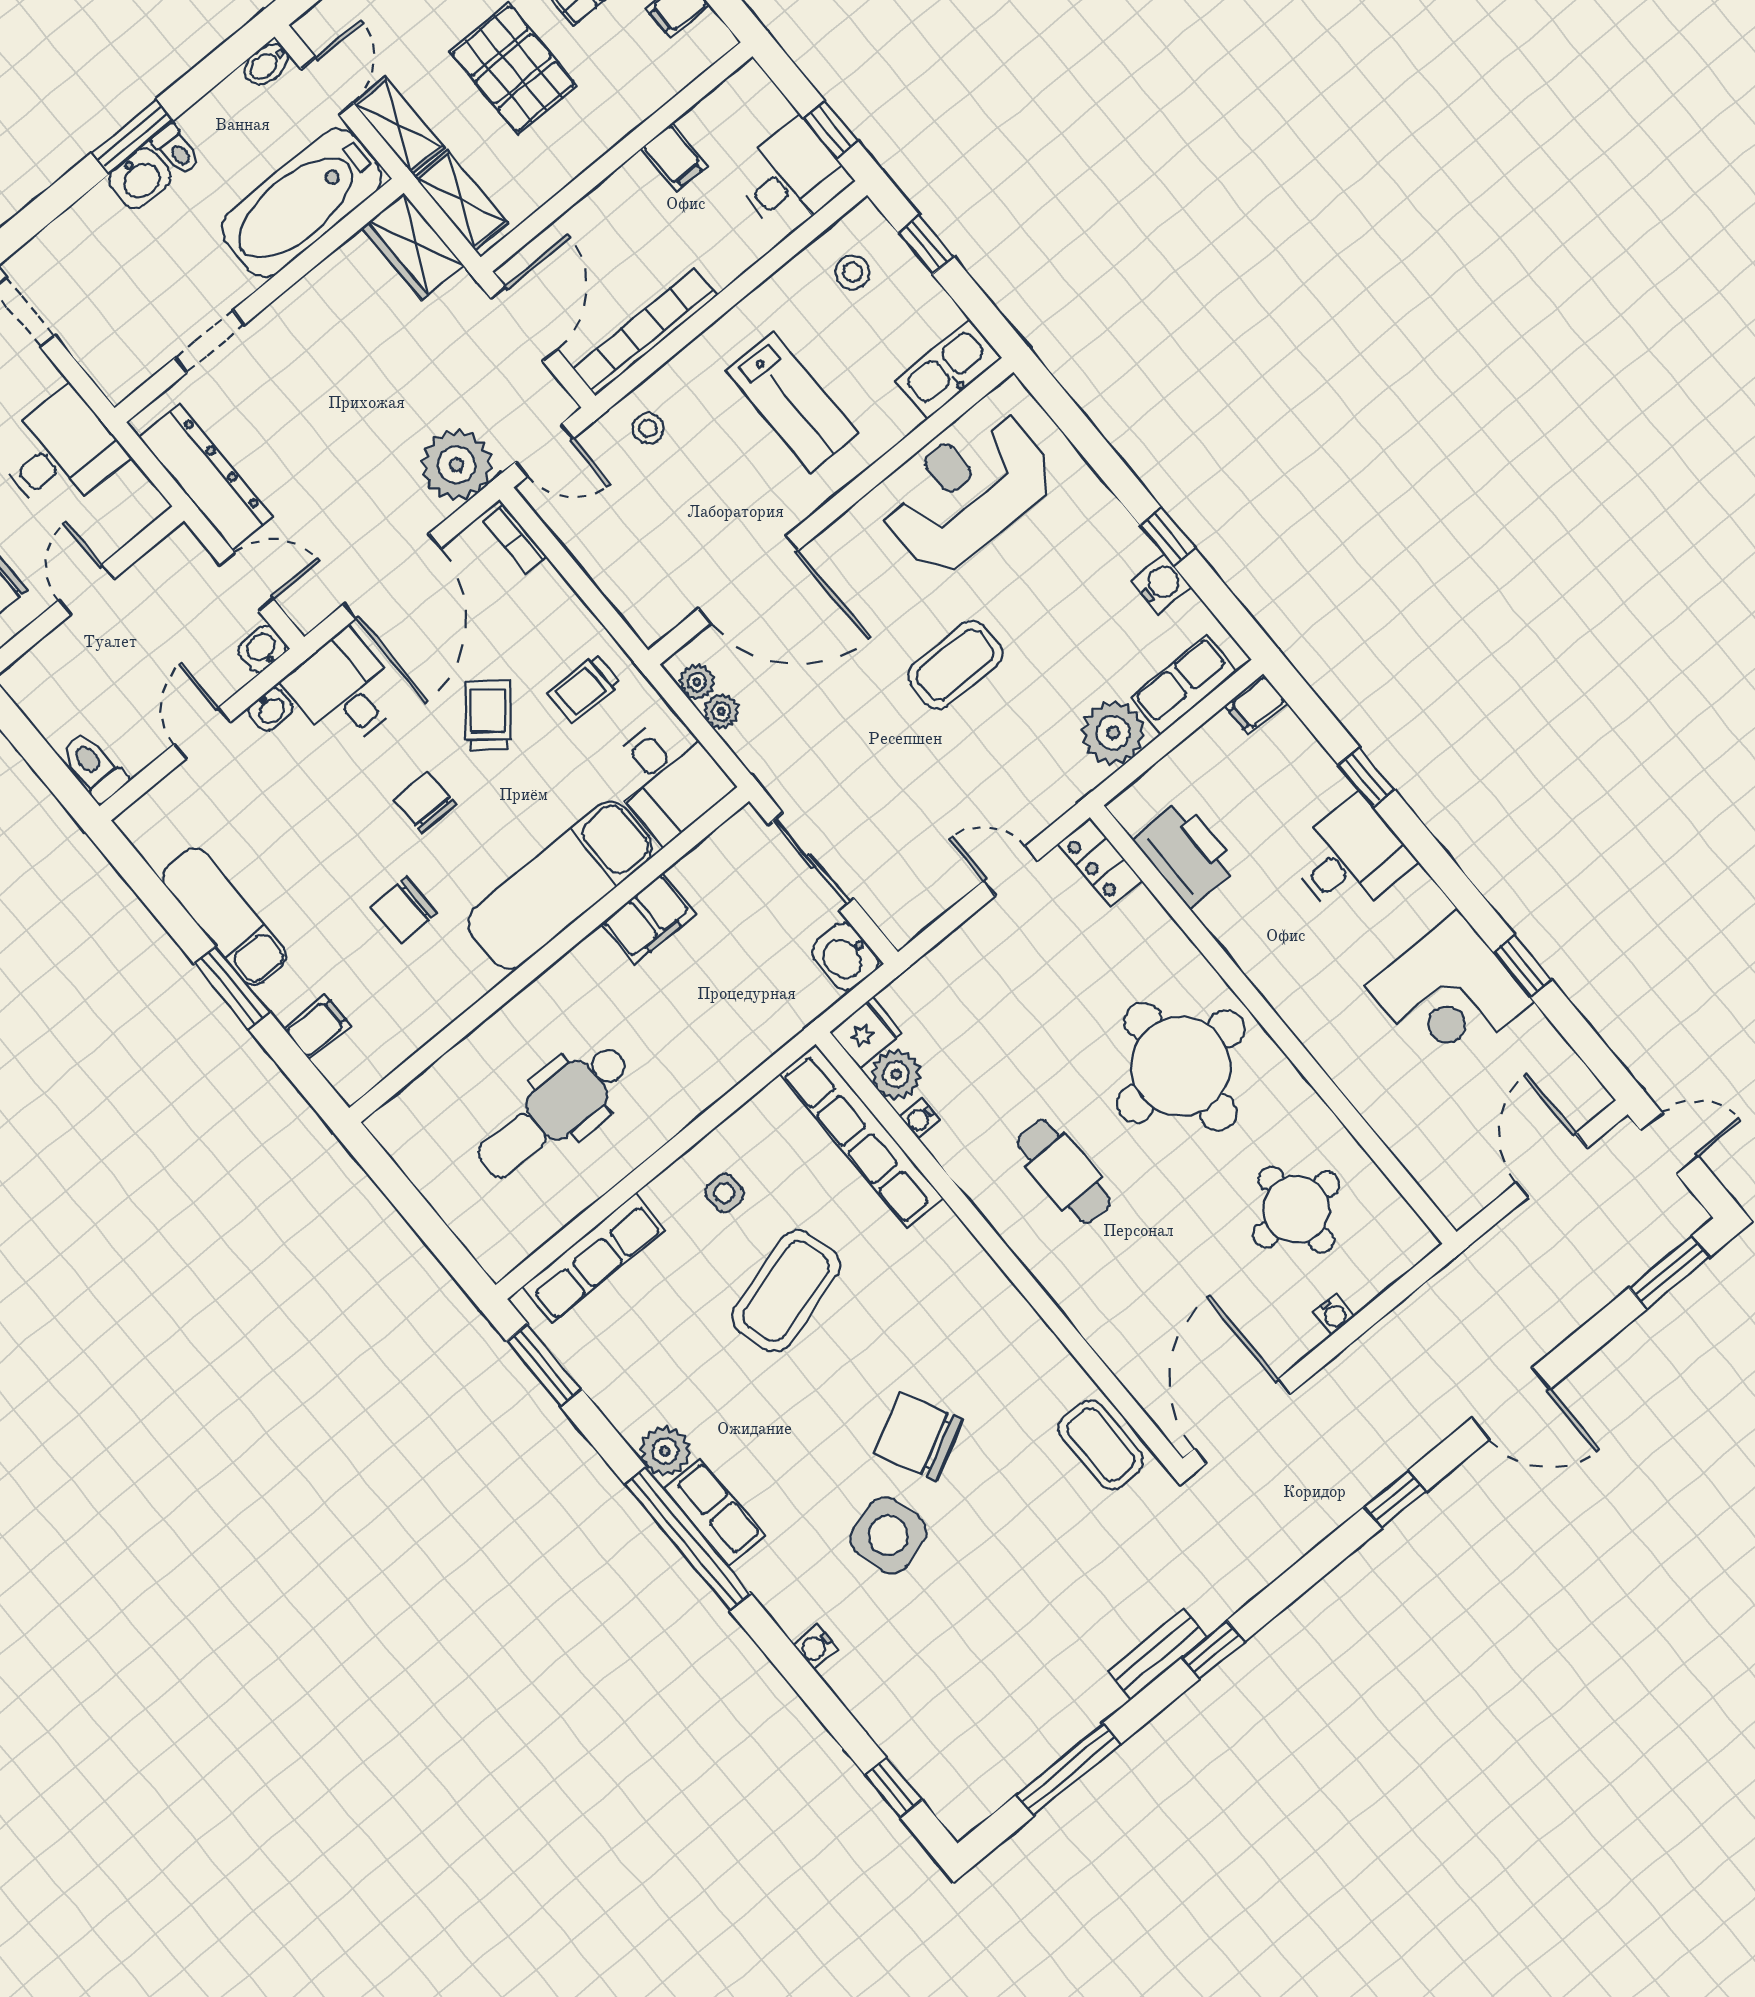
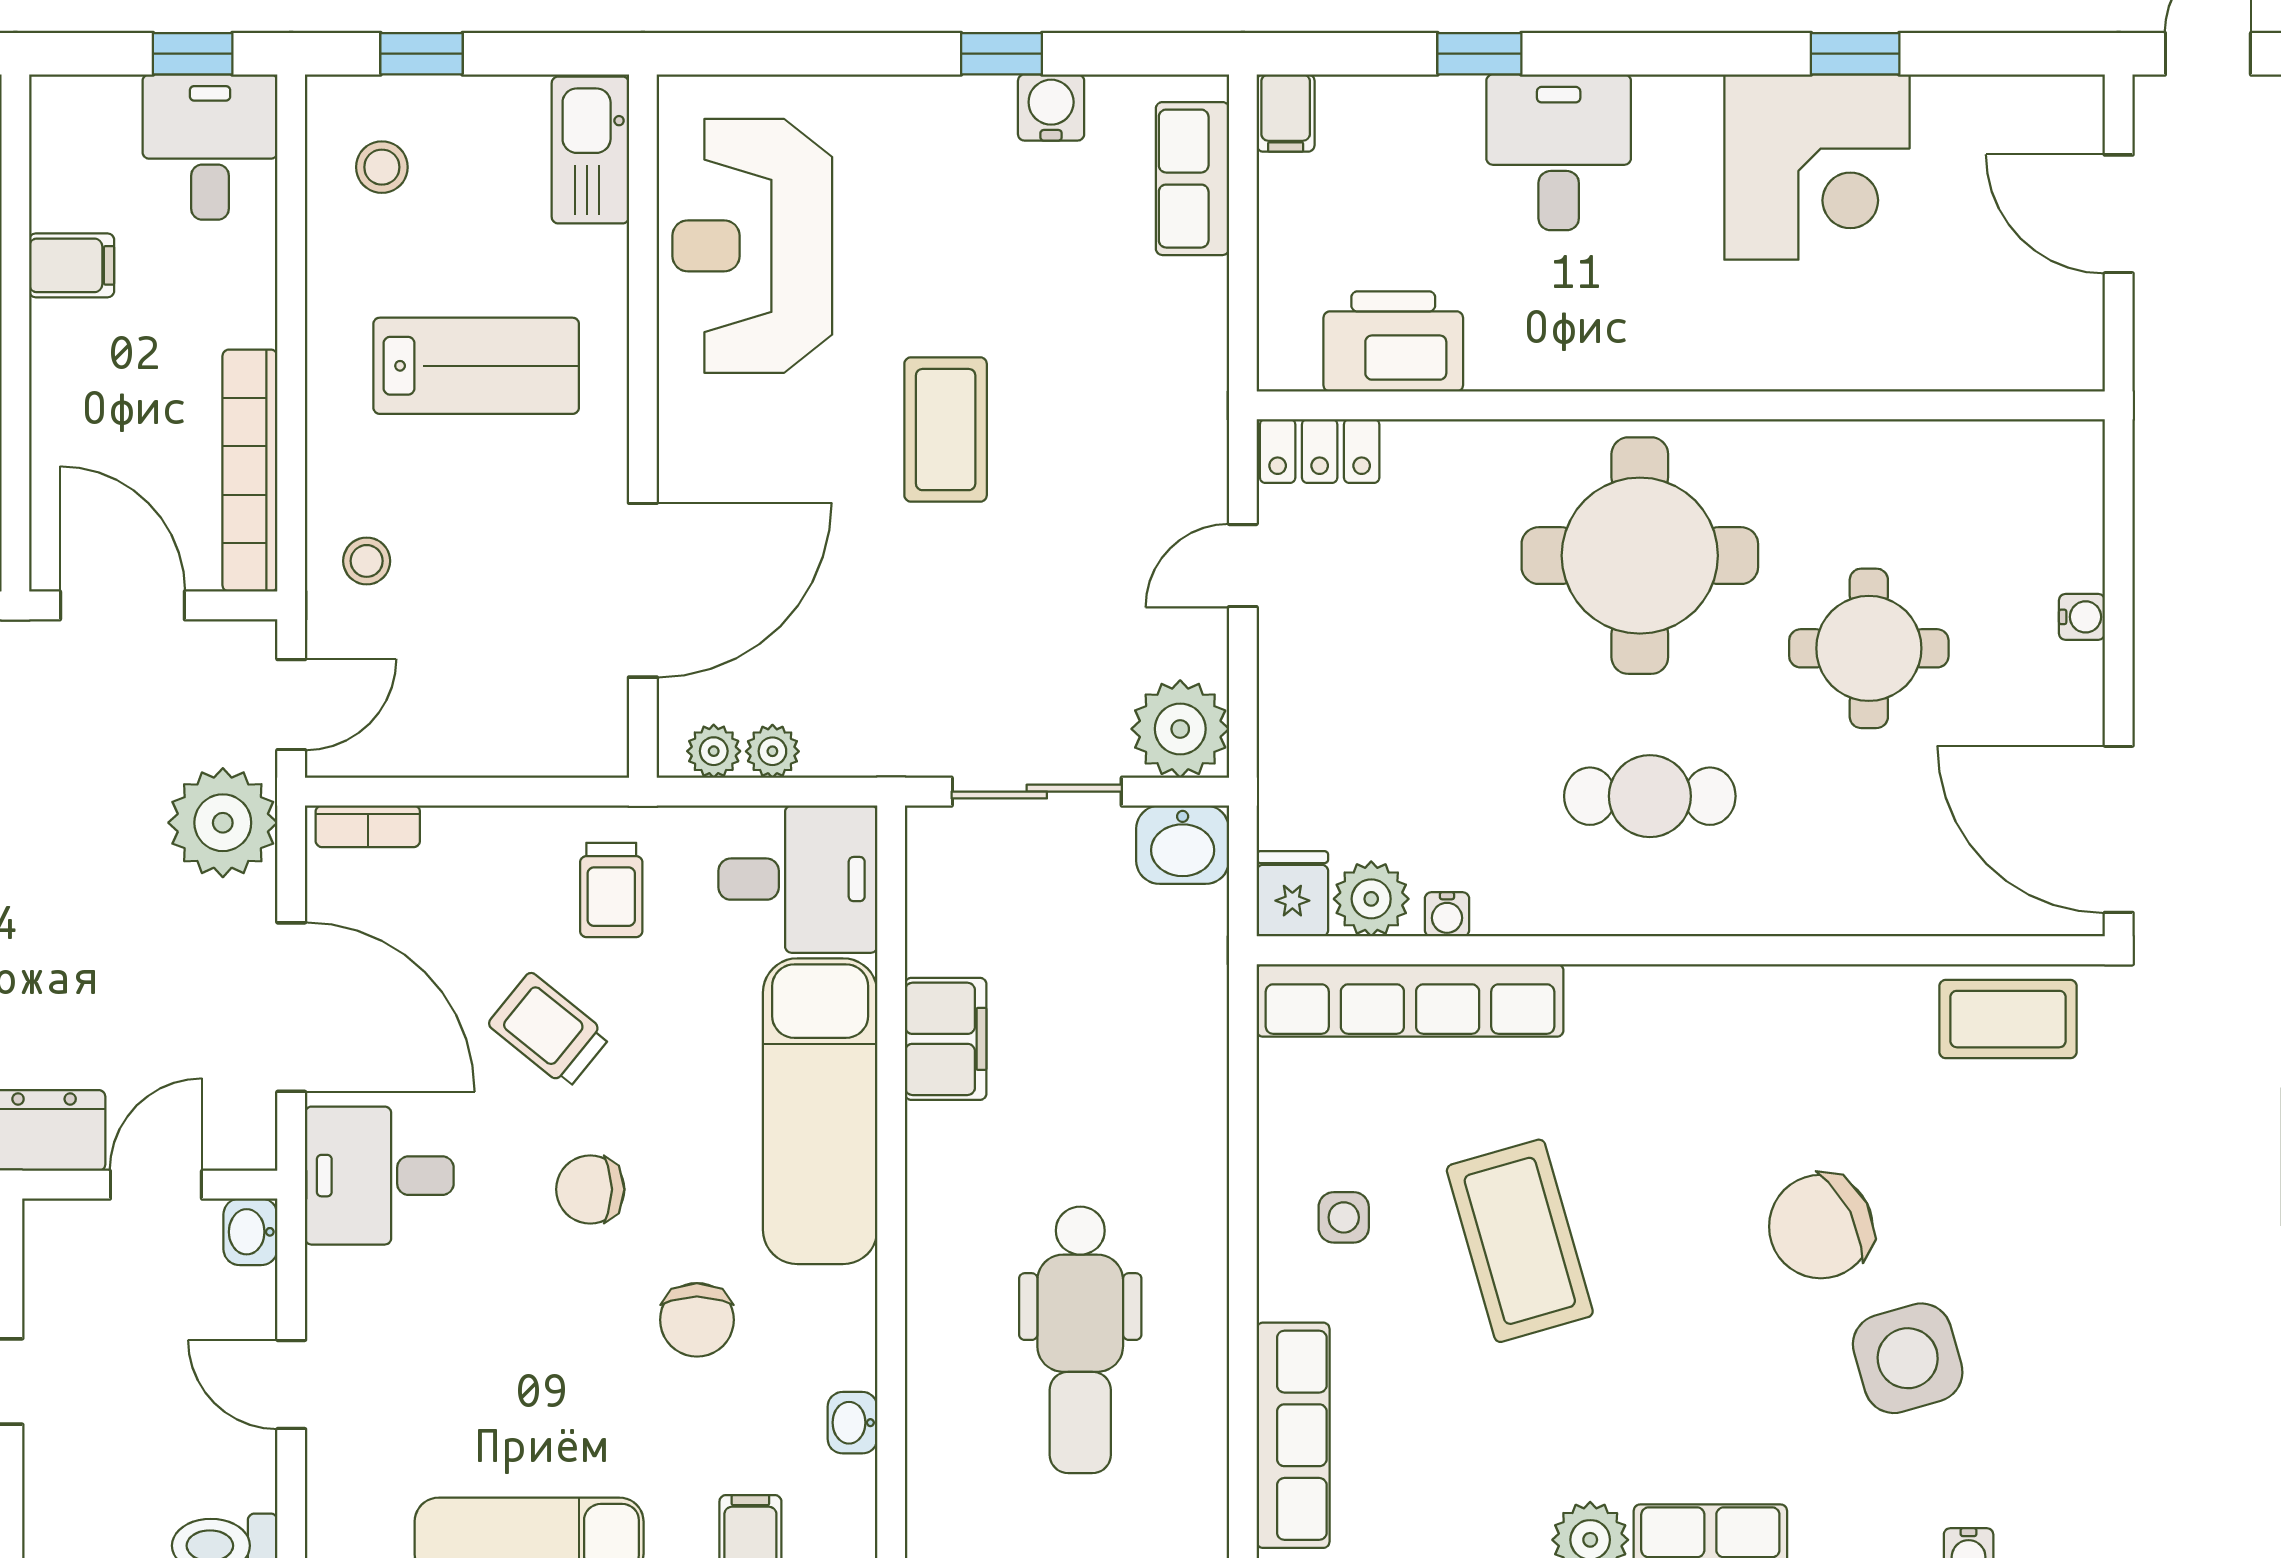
washbasin: (271, 709) -> (852, 1423), moved, turned 180
plant: (1113, 733) -> (1180, 729), moved
round table: (1296, 1210) -> (1869, 648), moved

